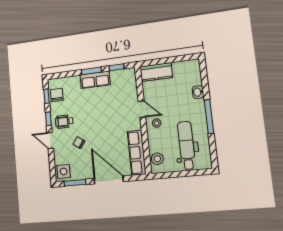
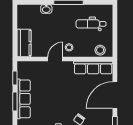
row of seats: (95, 80) -> (24, 99), width x1.48
dental chair: (187, 145) -> (91, 24), width x0.73, depth x0.72

